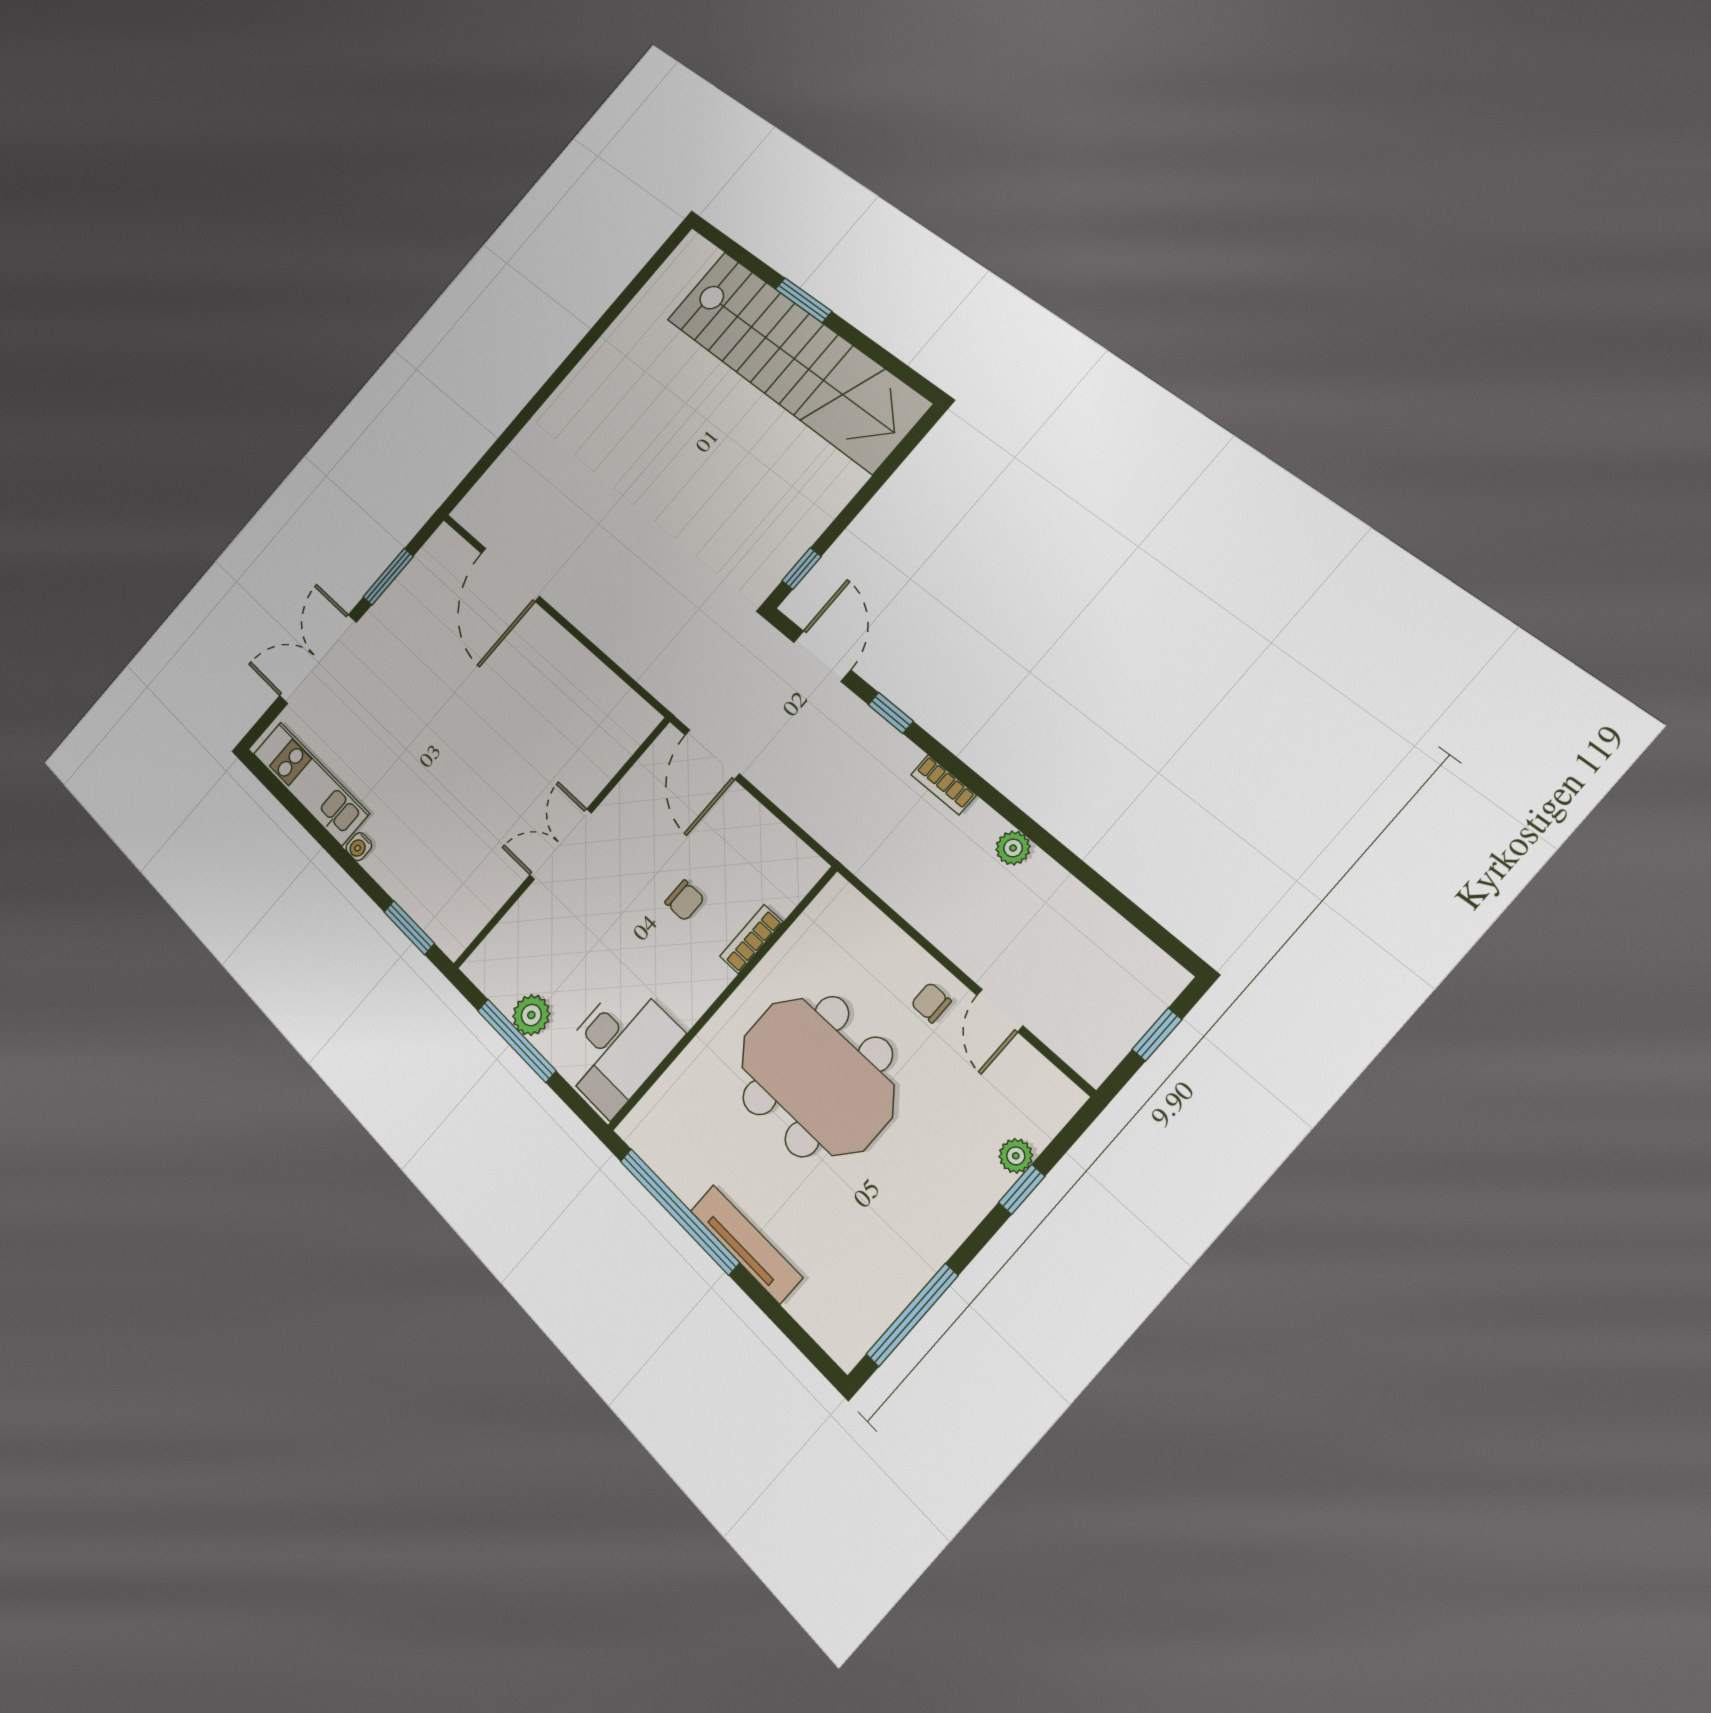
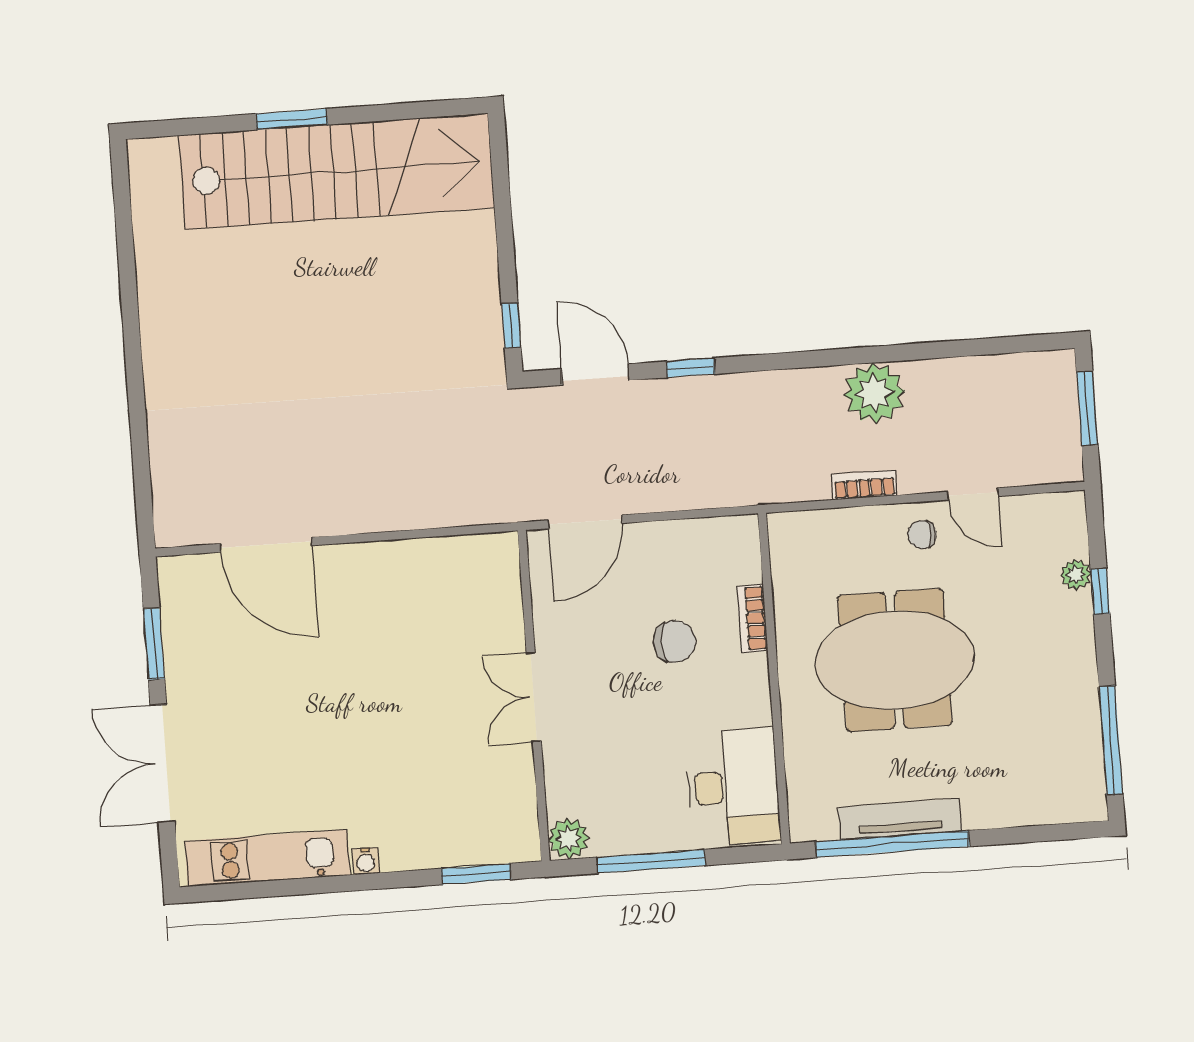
door: (712, 754) -> (585, 522), hinge flipped
bookcase: (944, 785) -> (864, 485), moved, turned 180
plant: (1013, 848) -> (874, 393), width x1.88, depth x1.88
chair: (685, 901) -> (674, 641), width x1.37, depth x1.37
plant: (531, 1015) -> (569, 839), moved
window: (1157, 1034) -> (1087, 408), width x1.50
tv unit: (746, 1244) -> (900, 819), moved

